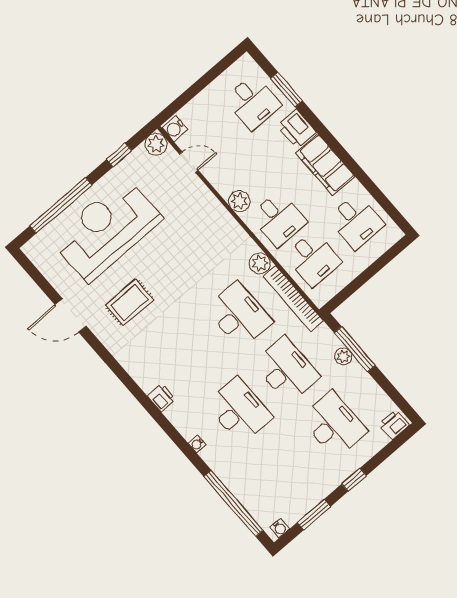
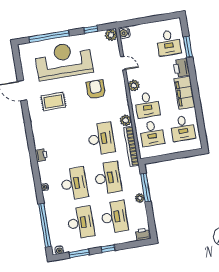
door: (189, 162) -> (123, 63), moved
armchair: (184, 243) -> (96, 89), added
plant: (343, 356) -> (140, 198), moved
desk: (287, 465) -> (81, 223), added

